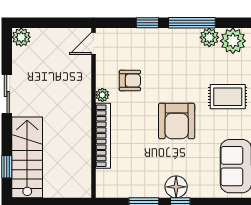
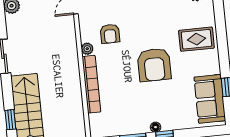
armchair: (130, 81) -> (110, 34), turned 90
floor lamp: (176, 187) -> (156, 127), width x0.53, depth x0.53

